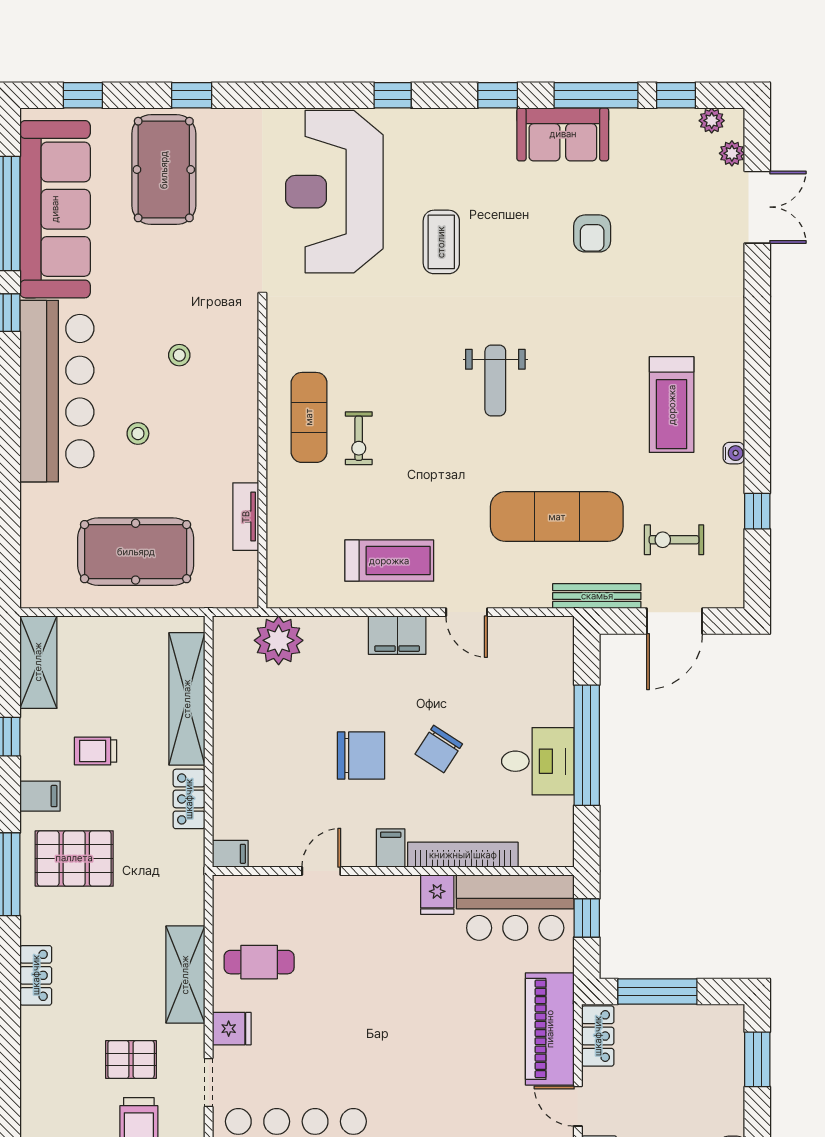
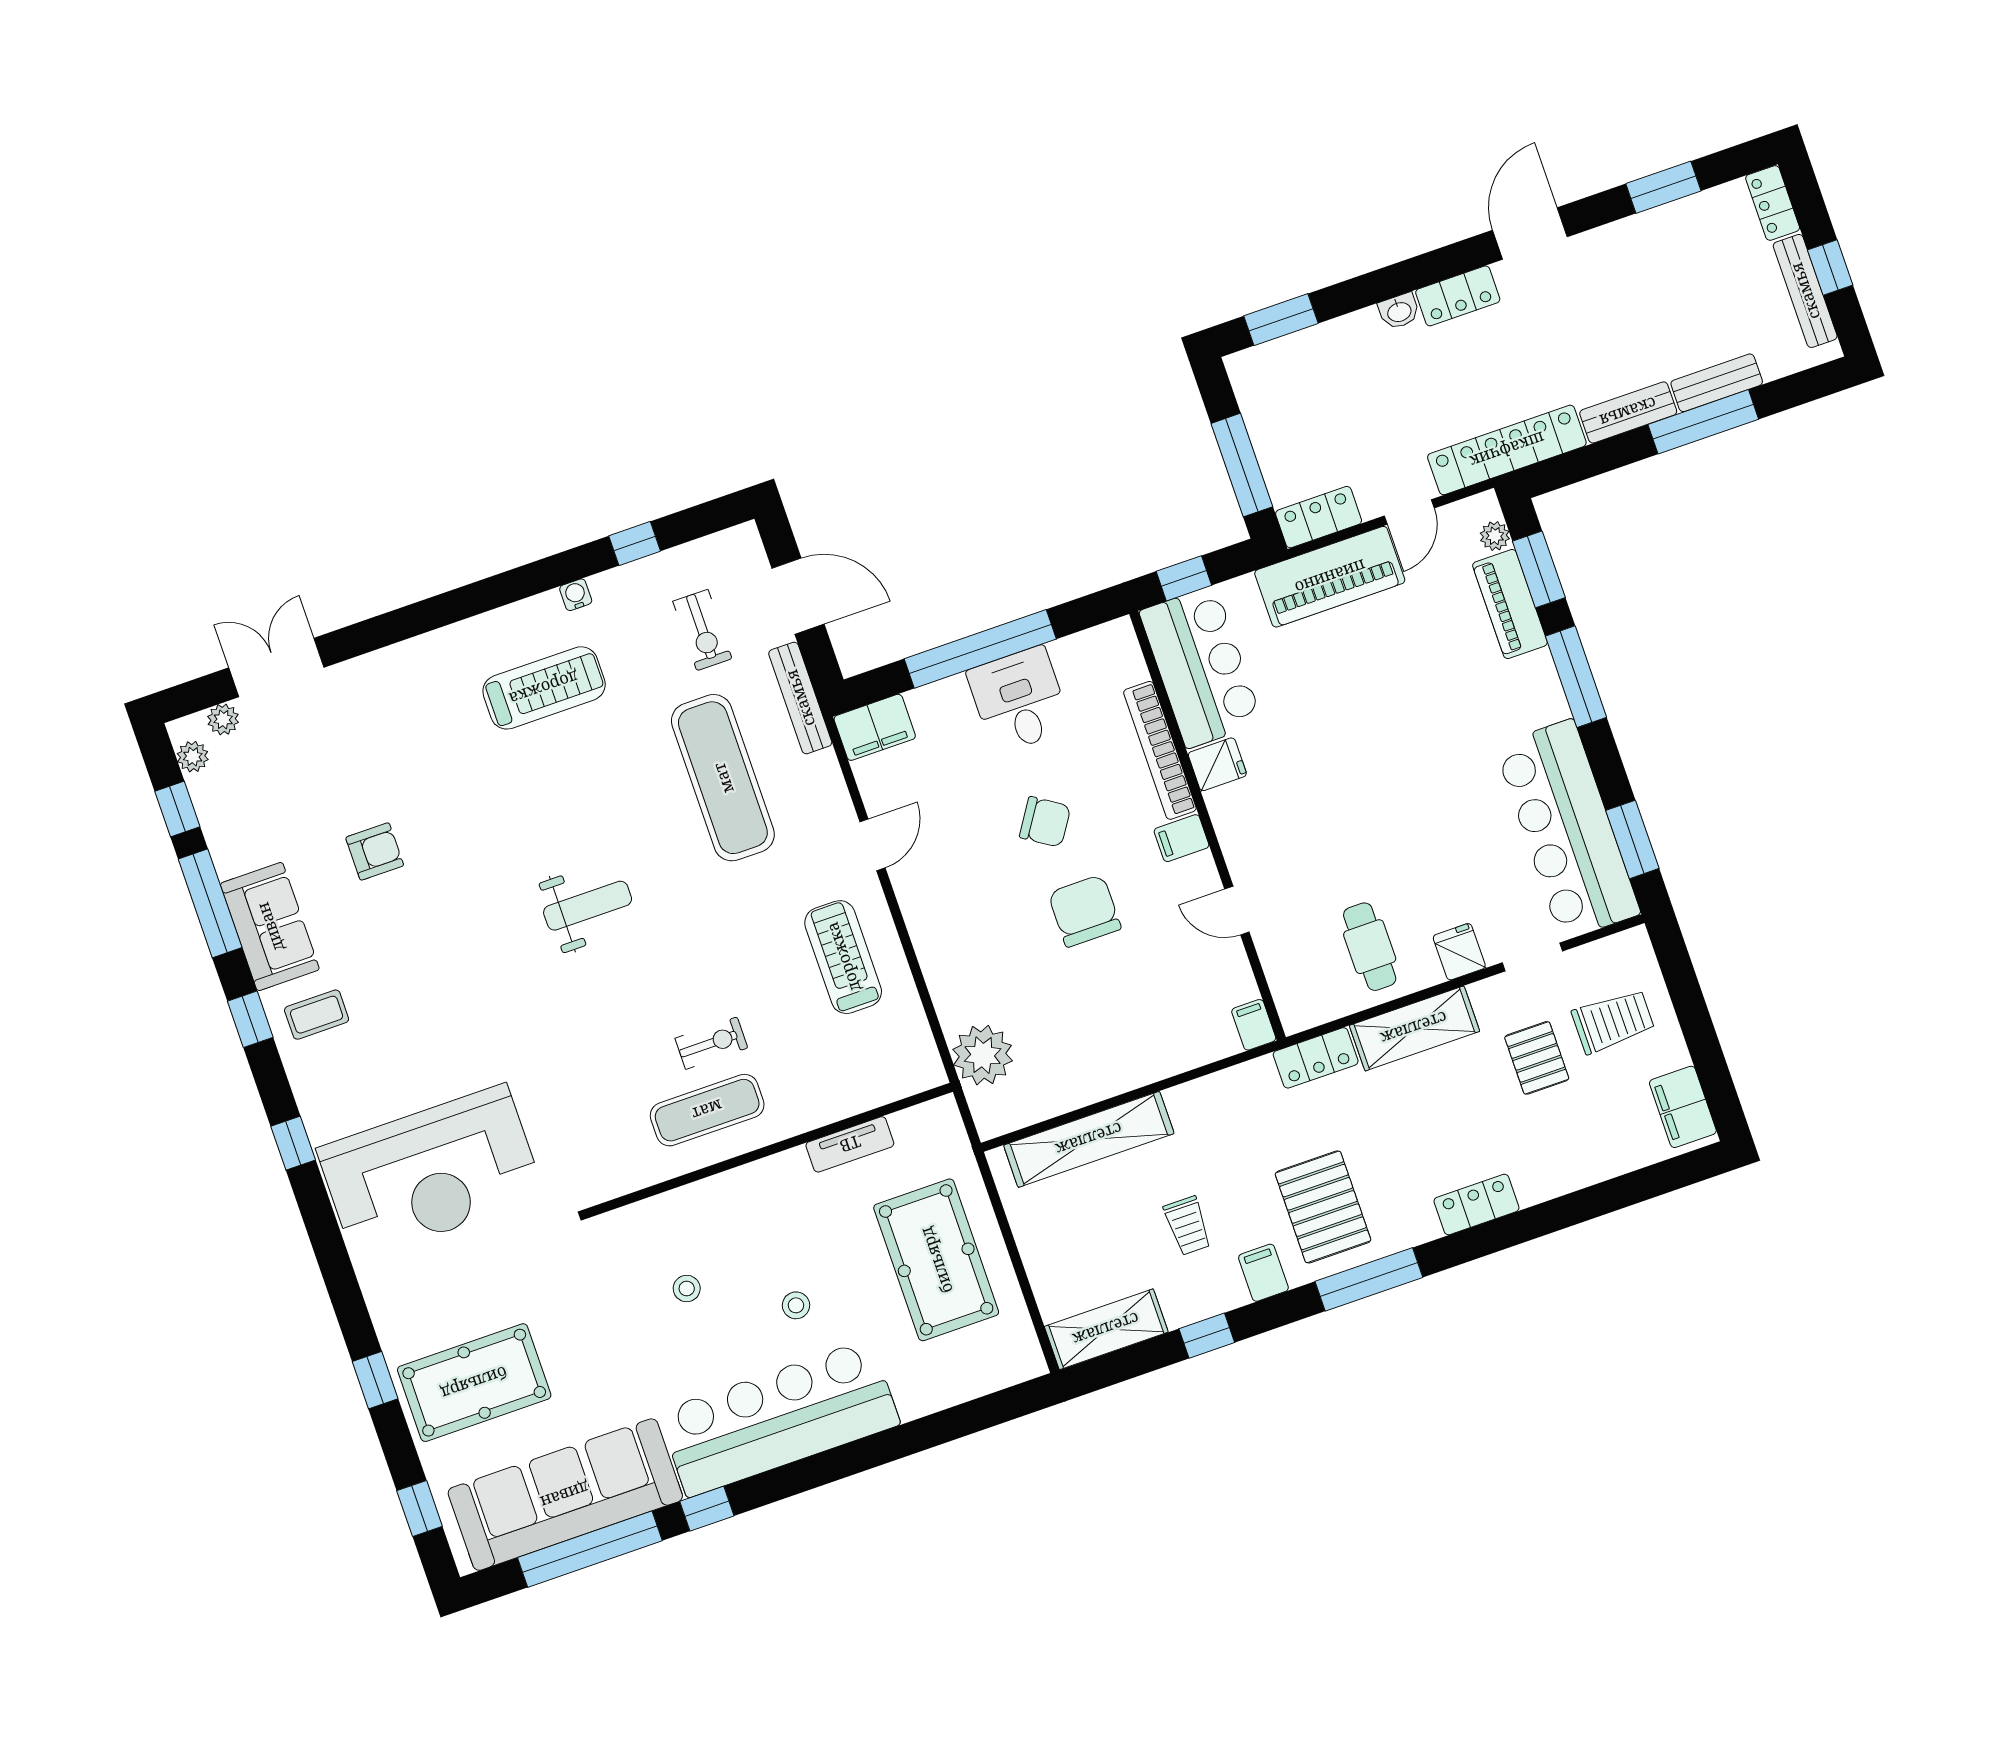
coffee table: (441, 242) -> (317, 1015), moved, width x0.73, depth x0.77
filing cabinet: (397, 635) -> (875, 727), moved, turned 90
locker: (189, 799) -> (1316, 1058), moved

